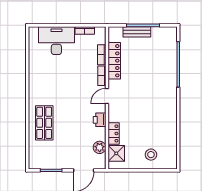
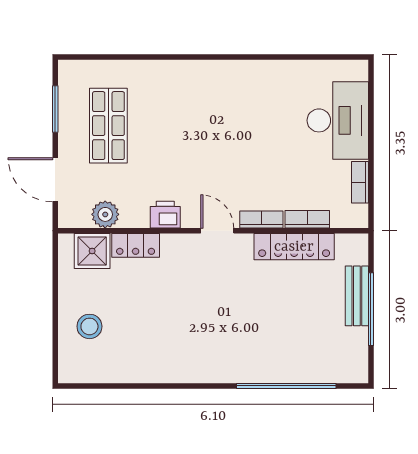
shop shelf: (44, 123) -> (108, 126), moved, turned 90

